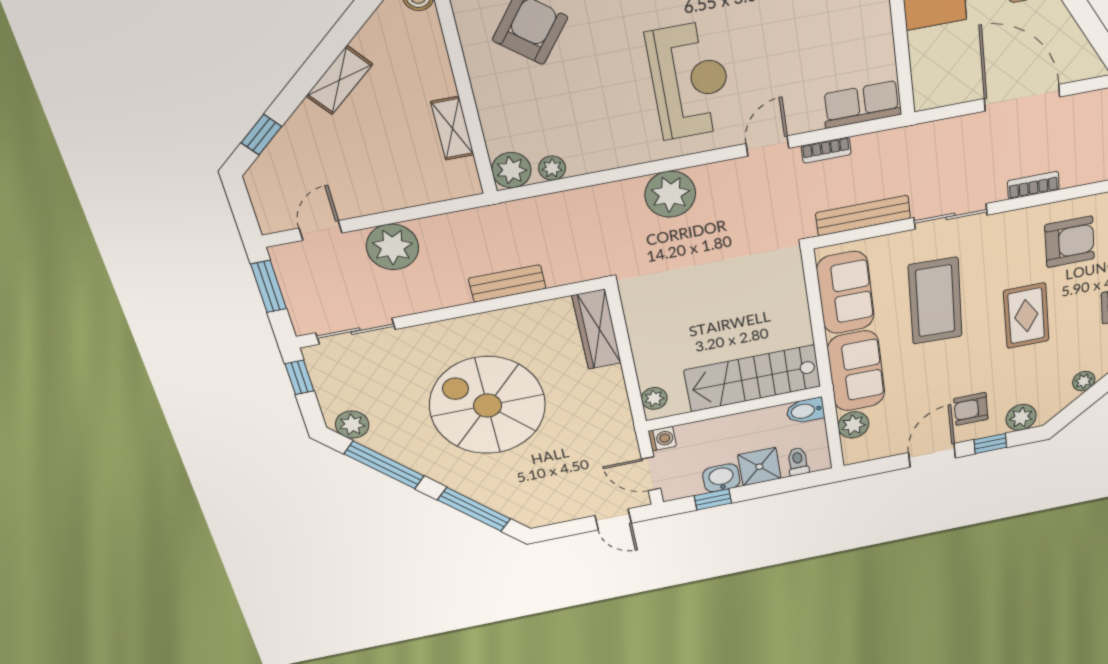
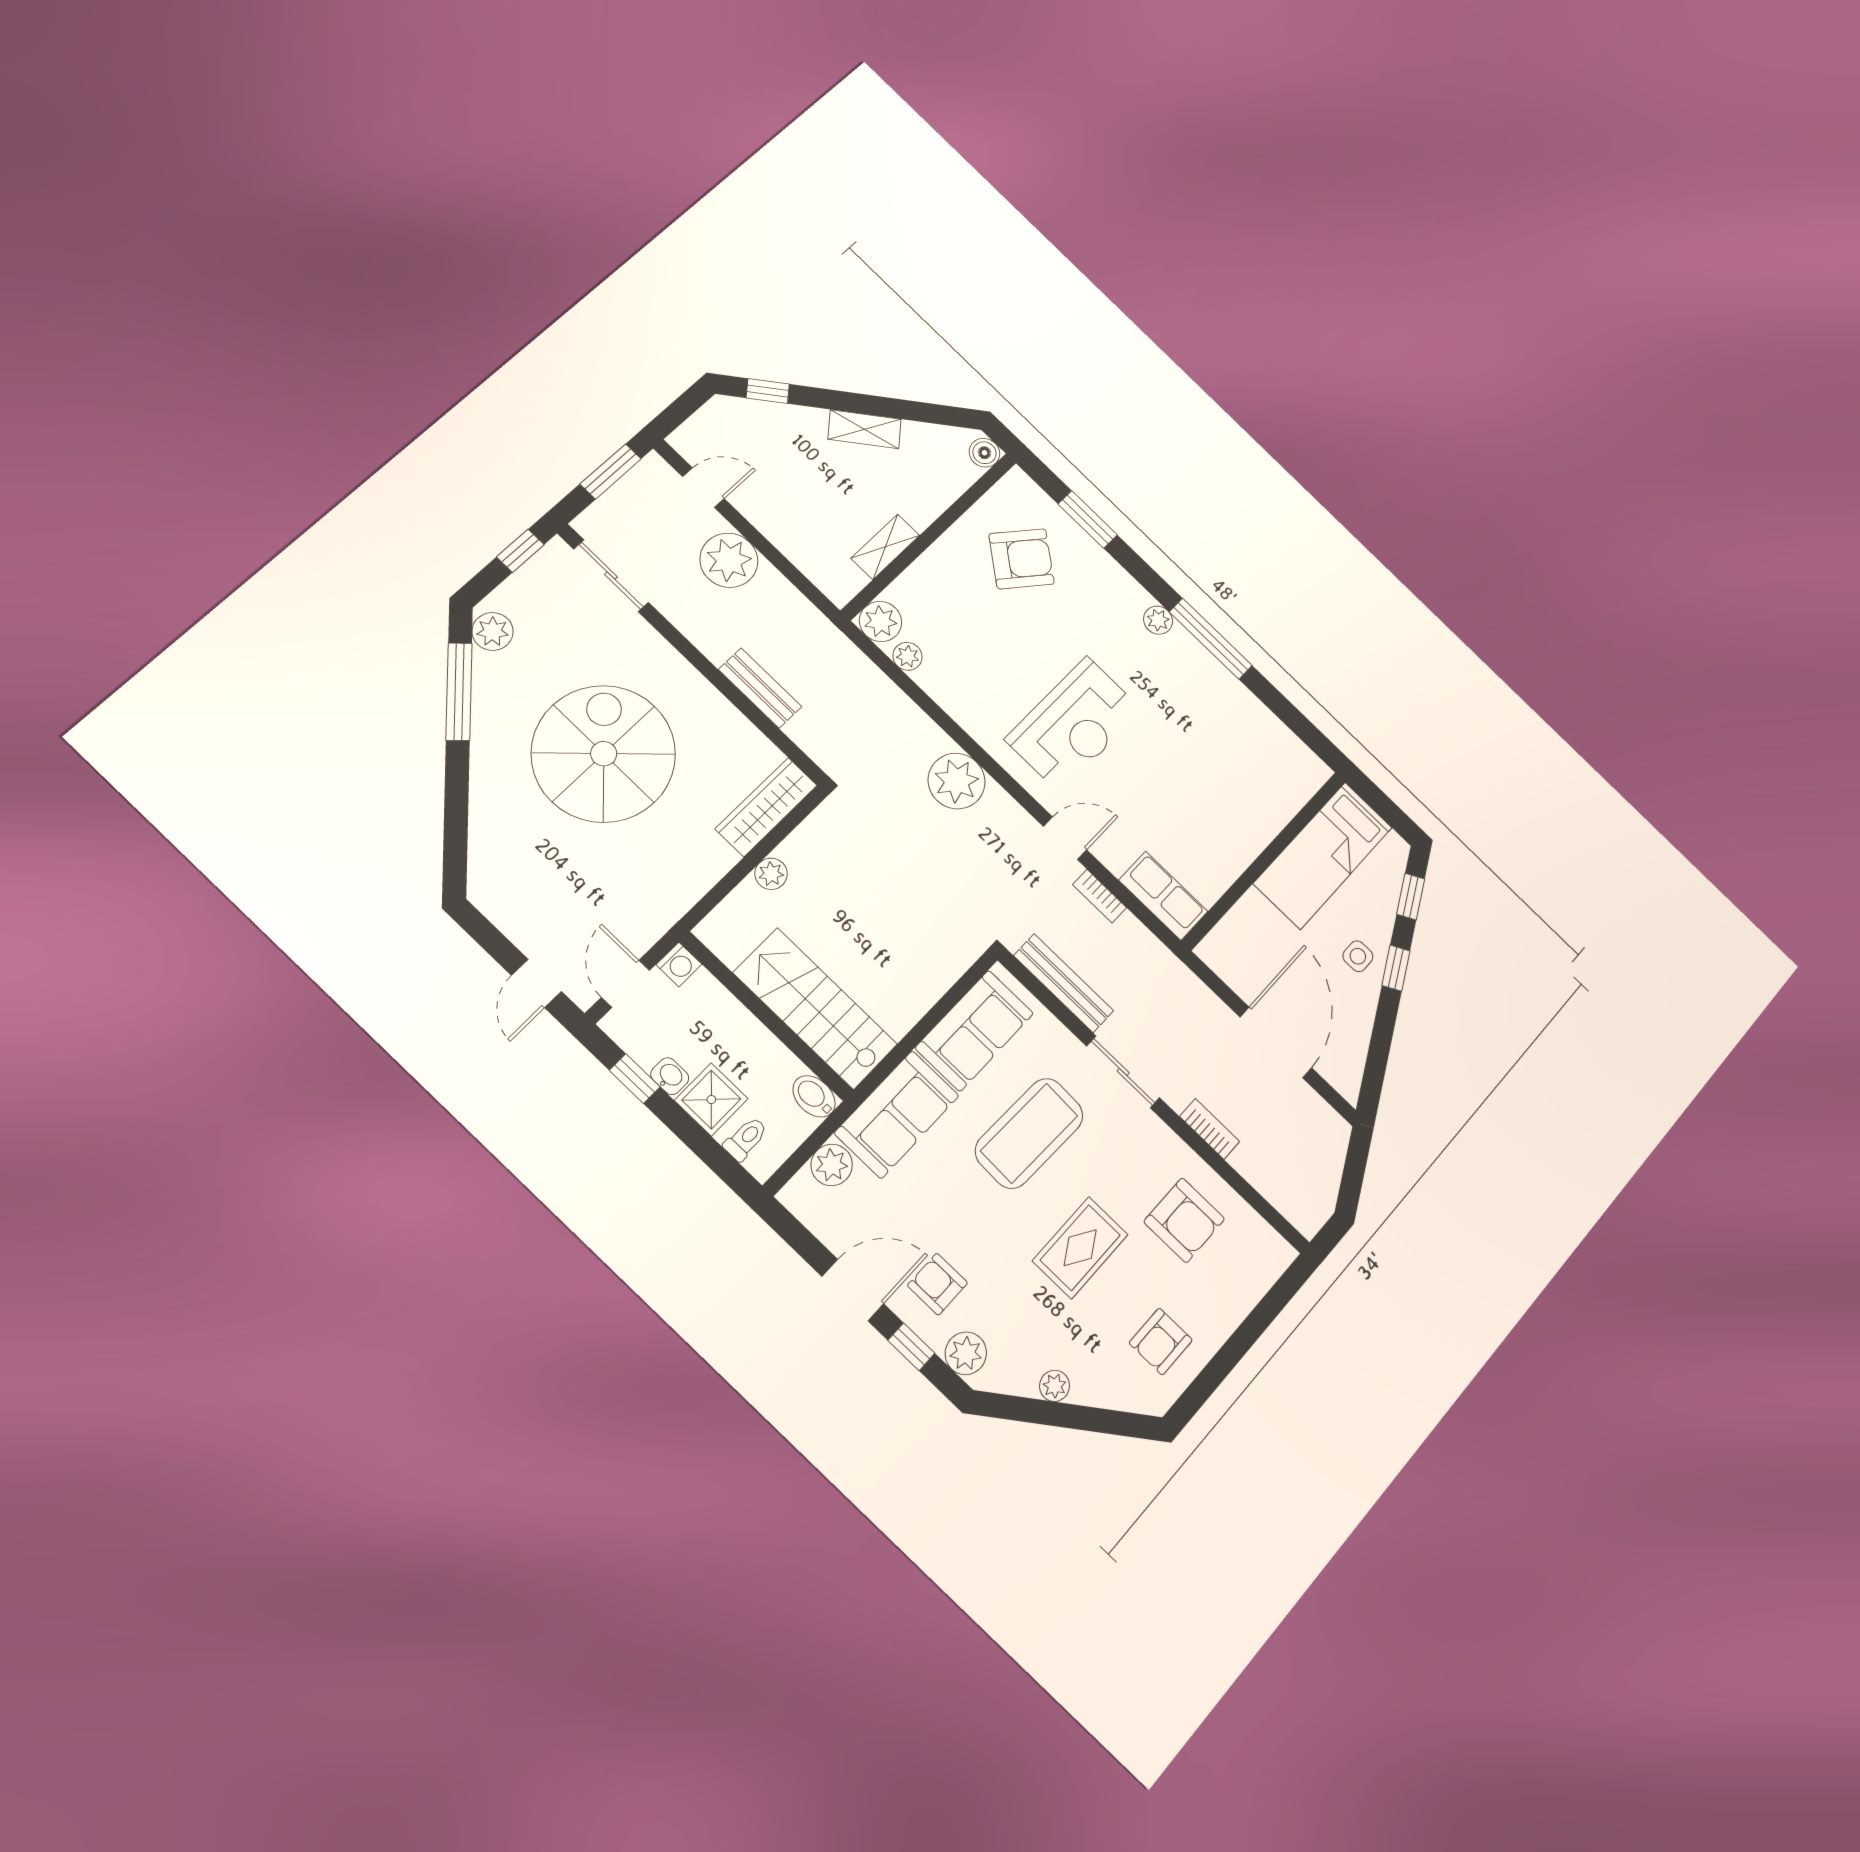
plant: (654, 398) -> (771, 874), moved
washbasin: (721, 478) -> (670, 1076), width x0.72, depth x0.69
window: (474, 509) -> (456, 820), removed

